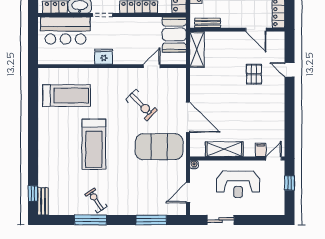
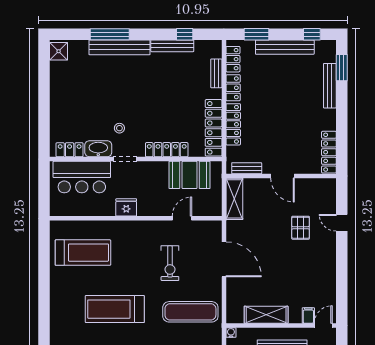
door: (256, 30) -> (283, 176), moved
booth: (174, 34) -> (189, 175), moved, turned 90
exercise bike: (141, 105) -> (170, 263), turned 45
door: (188, 117) -> (224, 259), moved
treadmill: (94, 144) -> (115, 309), turned 90
exercise mat: (159, 147) -> (190, 312), width x0.68

